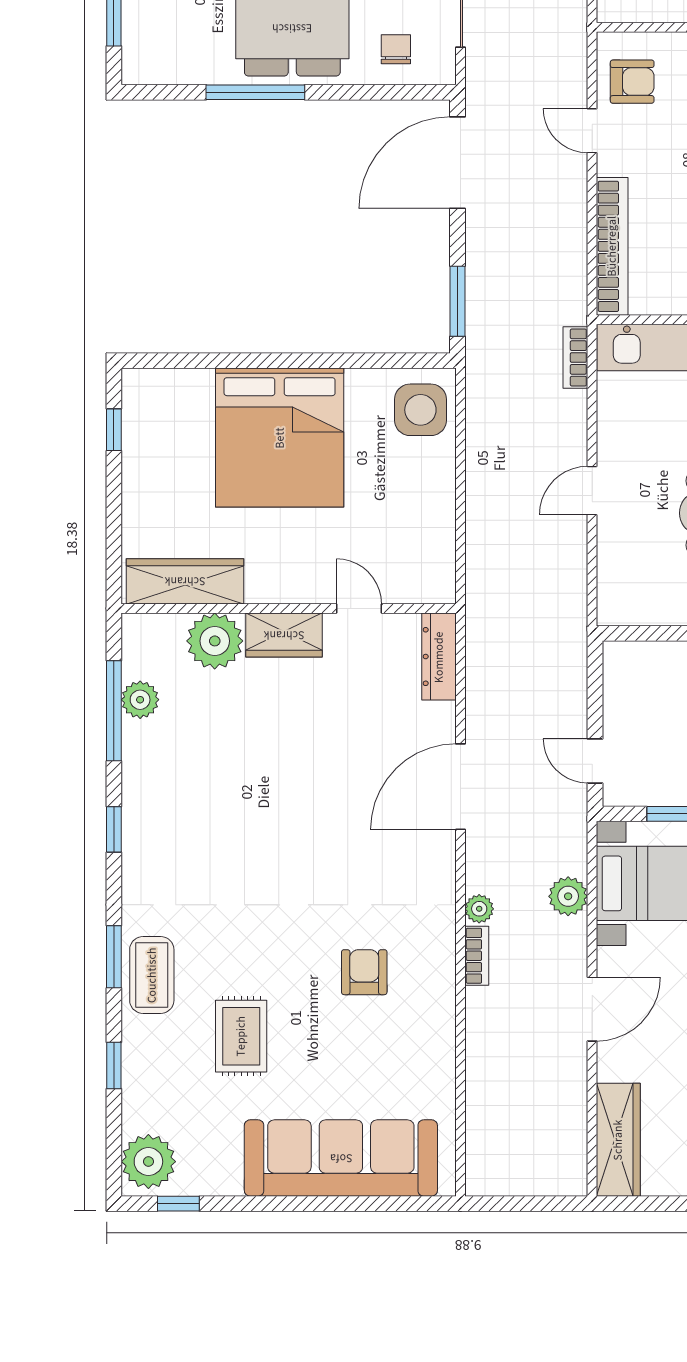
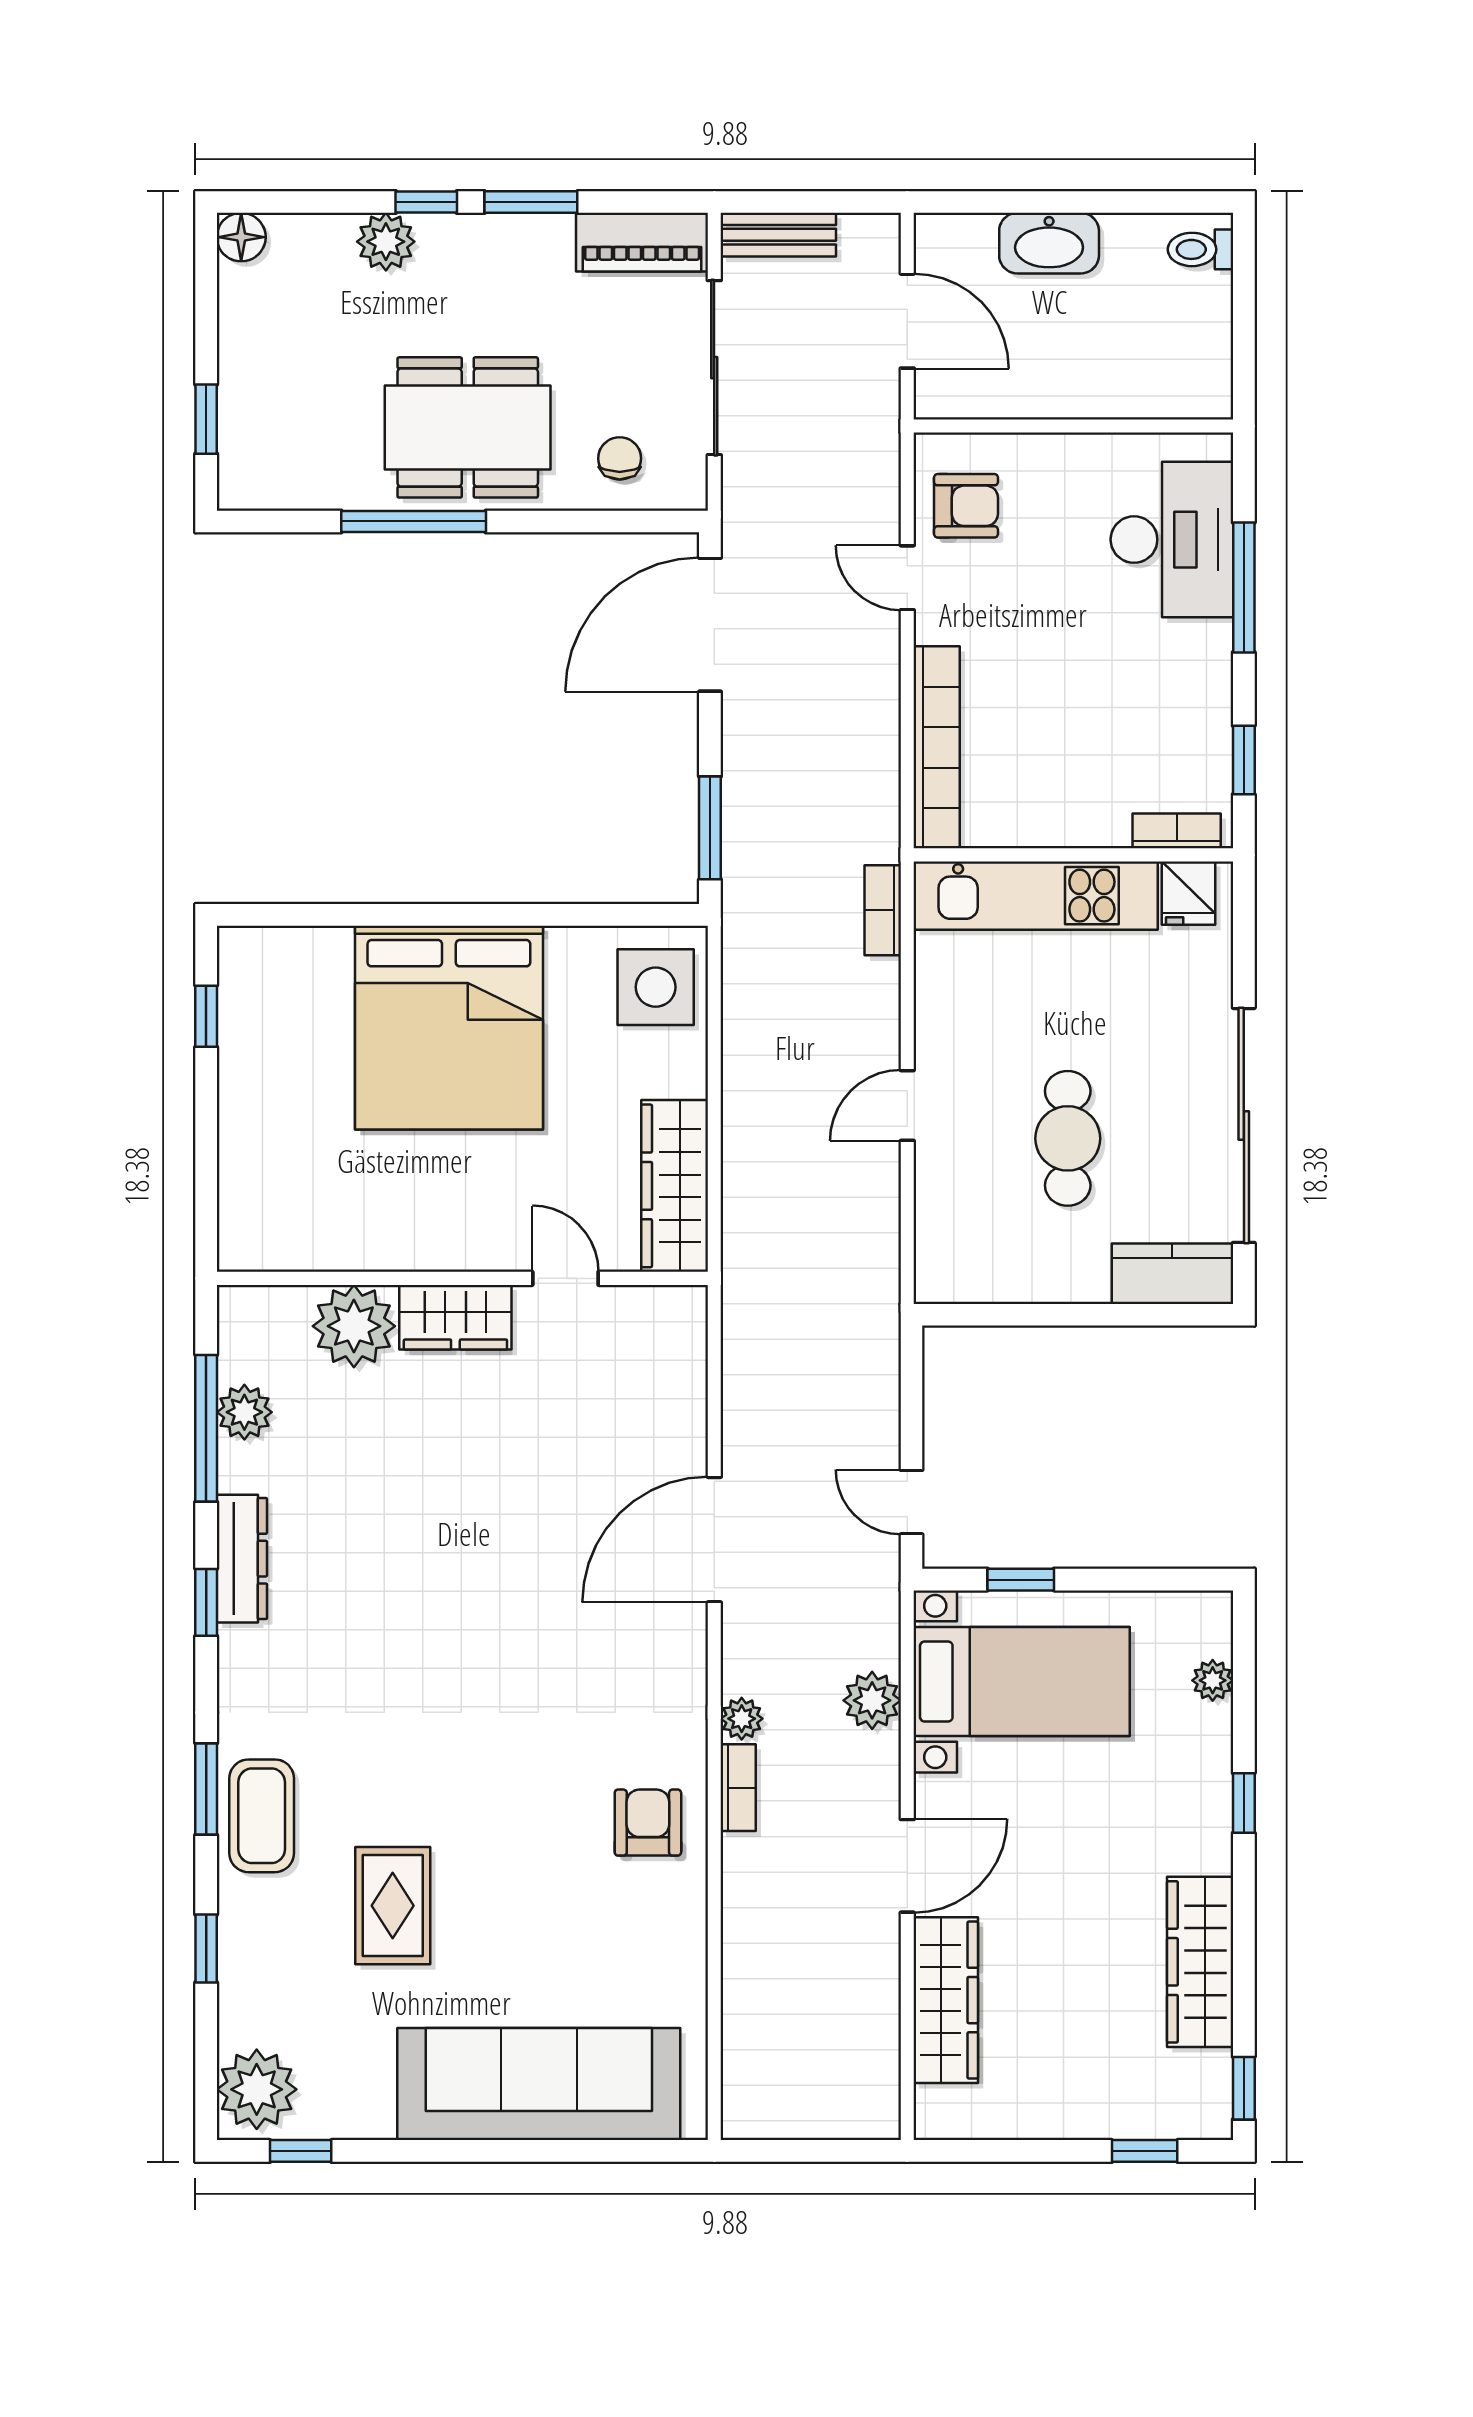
wardrobe: (185, 581) -> (675, 1186), moved, turned -90
dresser: (439, 657) -> (242, 1559), moved, turned 180
armchair: (364, 972) -> (648, 1823), moved
wardrobe: (618, 1140) -> (946, 2000), moved

